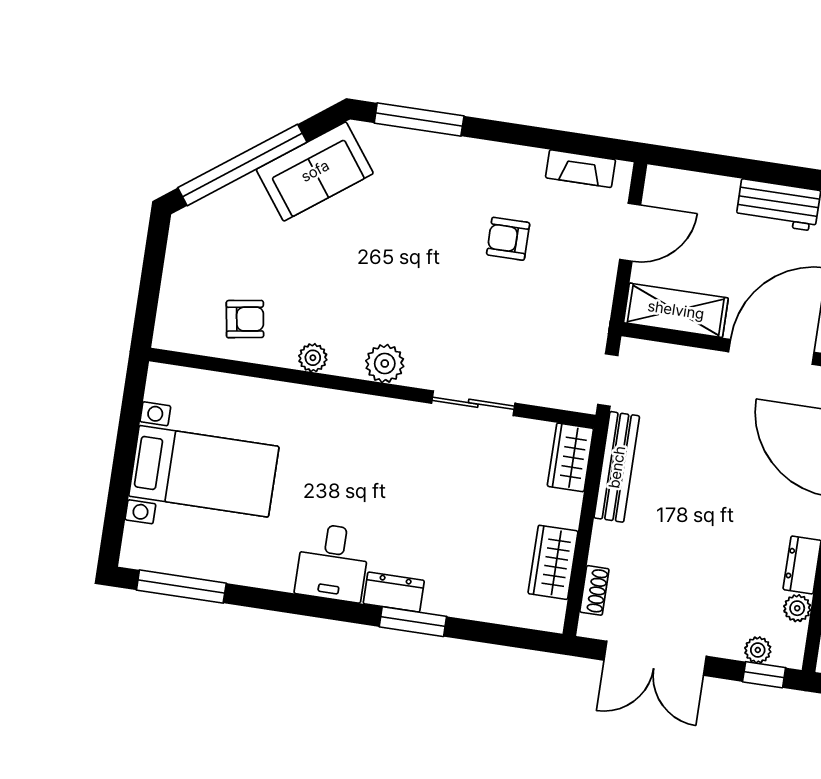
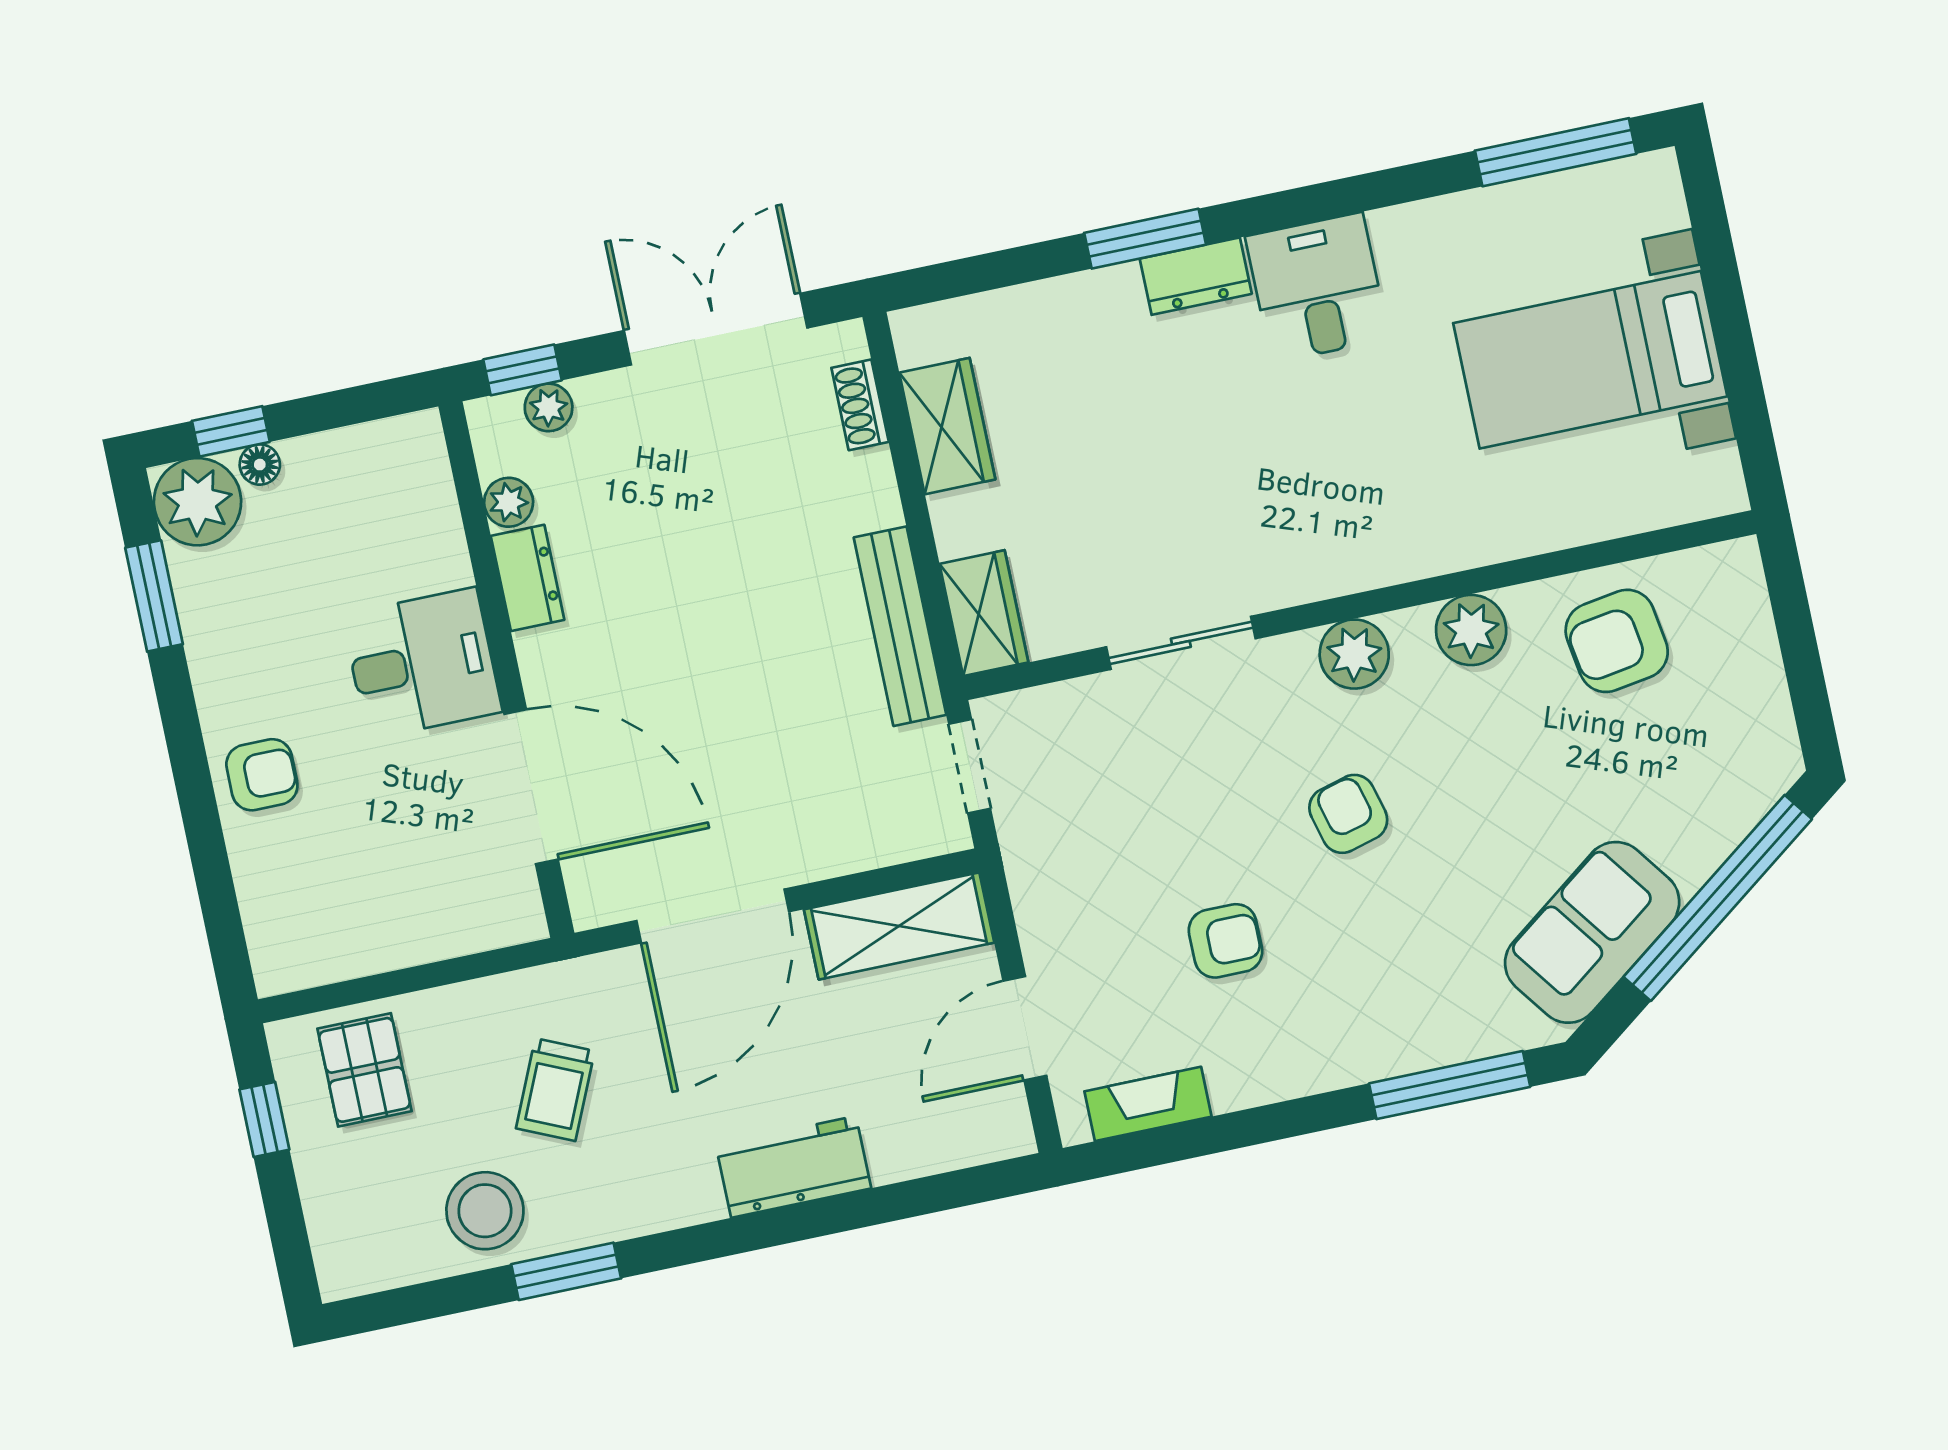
armchair: (419, 281) -> (1348, 814), added
armchair: (245, 319) -> (1617, 641), width x1.38, depth x1.38
plant: (313, 358) -> (1471, 630), width x1.38, depth x1.38

